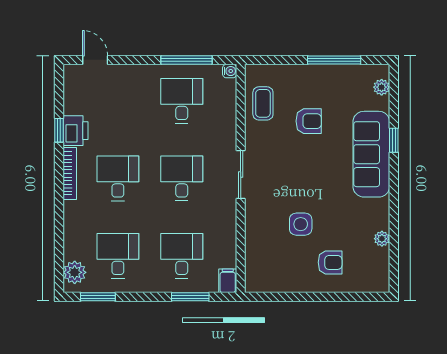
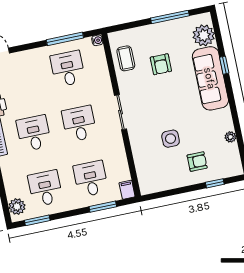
plant: (382, 87) -> (204, 35), width x1.87, depth x1.87
armchair: (309, 121) -> (161, 64), turned 90
window: (348, 297) -> (215, 183), added

